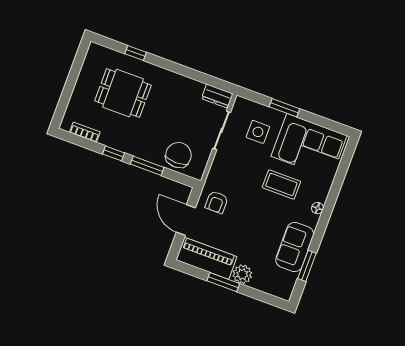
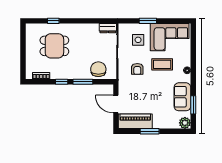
armchair: (217, 202) -> (137, 69), moved
plant: (242, 274) -> (185, 123), moved

